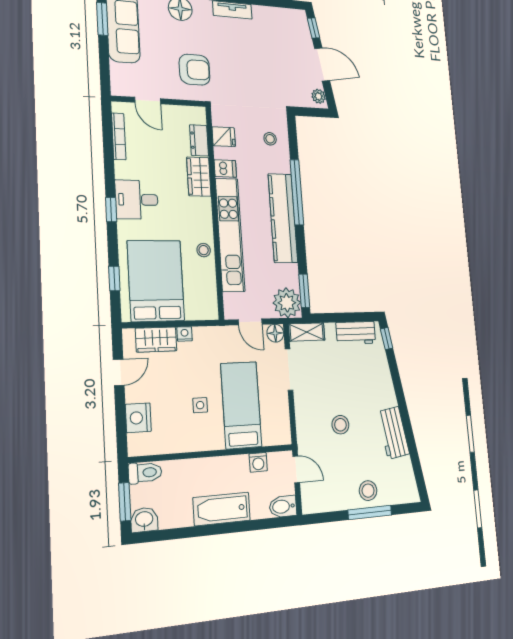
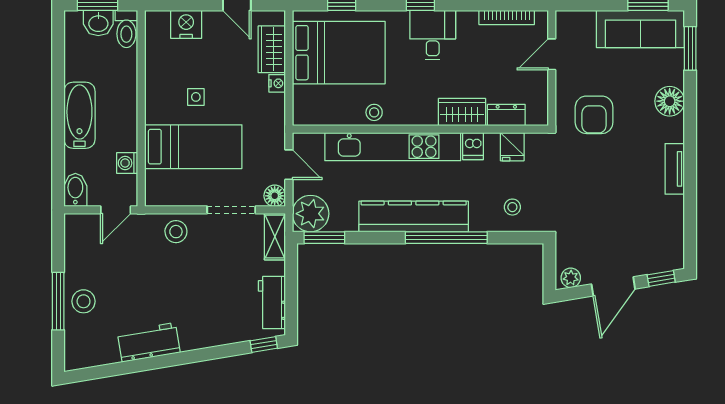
door: (250, 322) -> (289, 165), swing flipped
stool: (340, 425) -> (176, 232), moved
washbasin: (144, 520) -> (98, 23), moved, turned 90

